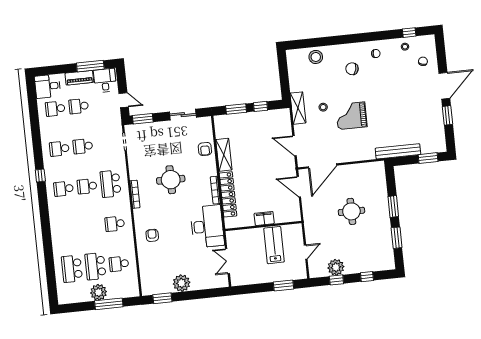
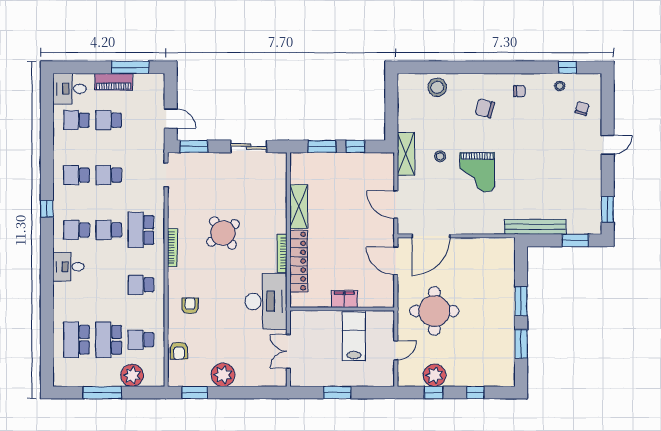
desk: (105, 80) -> (68, 267), moved, turned -90
door: (444, 86) -> (608, 145), width x0.53
window: (447, 115) -> (608, 210), moved
grand piano: (351, 116) -> (477, 172), turned -90
armchair: (205, 149) -> (179, 351), moved
round table: (171, 180) -> (223, 233), turned -37
round table: (351, 211) -> (434, 311), moved, width x1.36, depth x1.36
window: (284, 285) -> (337, 393), moved
plant: (99, 292) -> (132, 375), moved
window: (109, 304) -> (102, 393), moved

